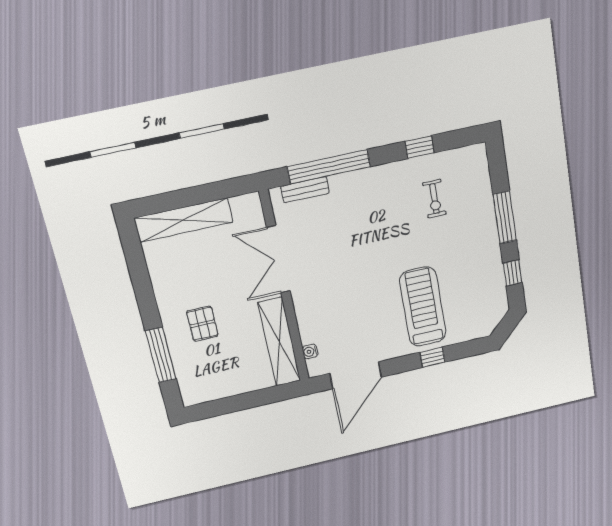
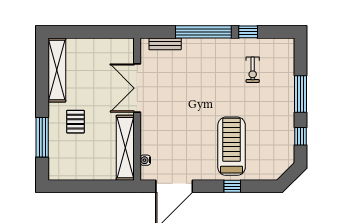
window: (329, 167) -> (203, 32), moved
shelving: (184, 220) -> (57, 70), moved, turned 90

